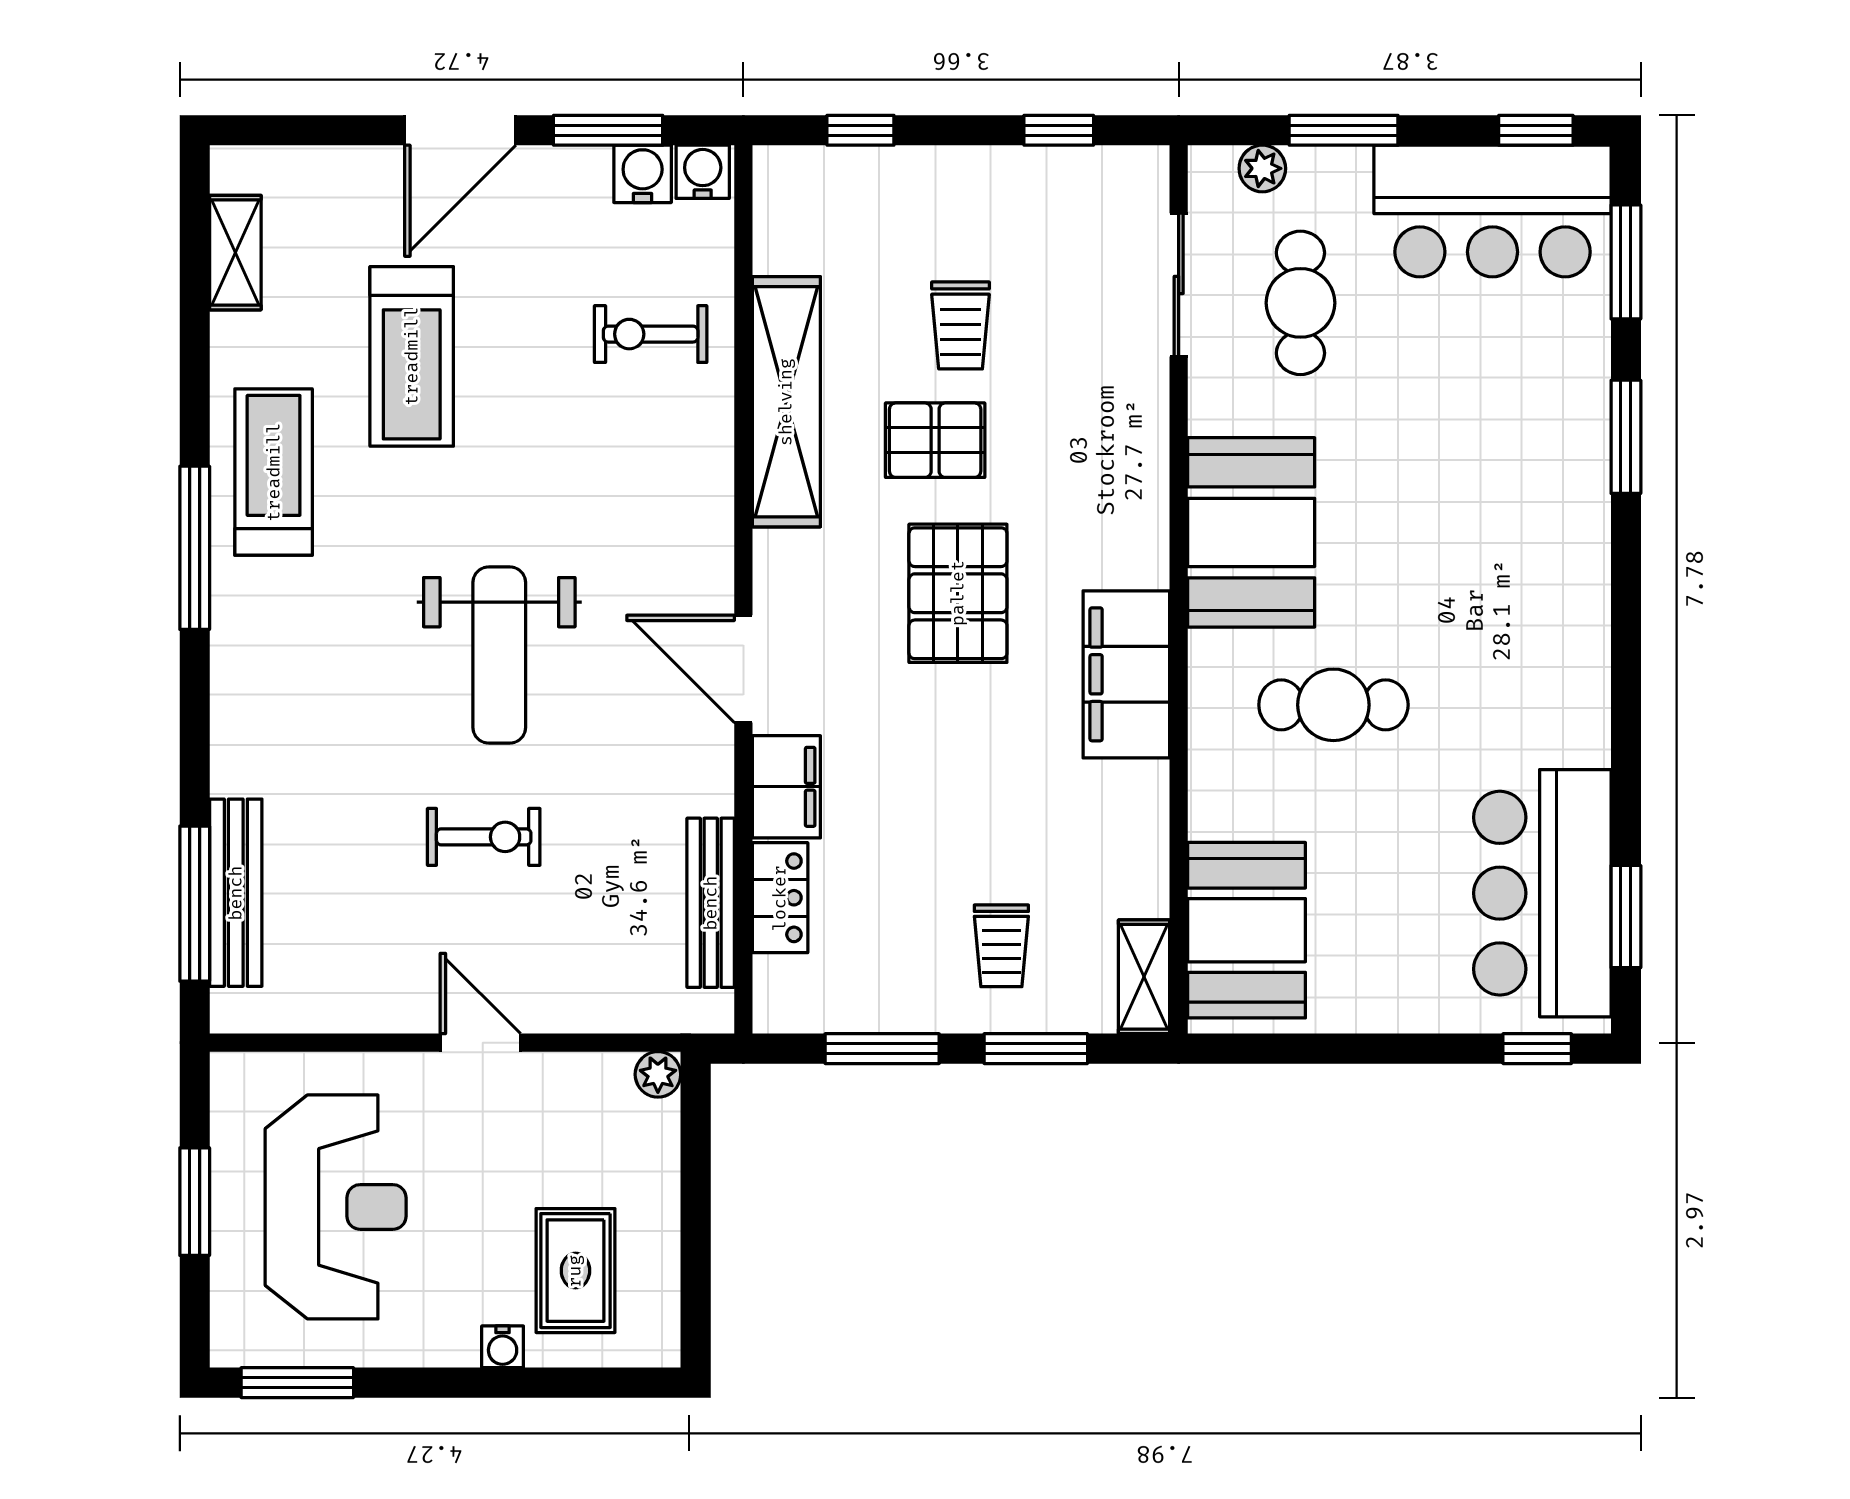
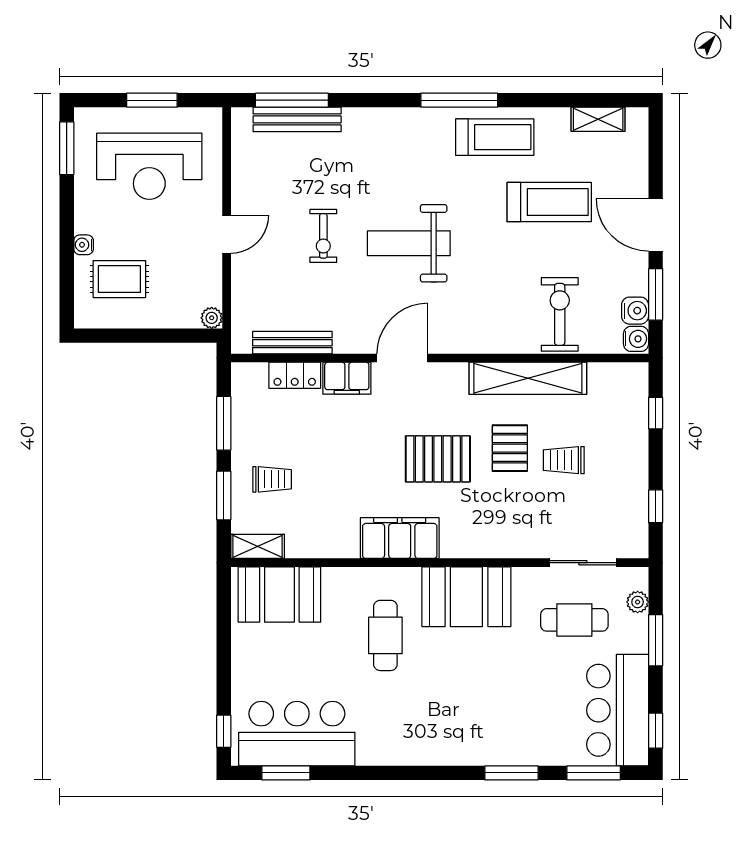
exercise bike: (651, 334) -> (560, 314), width x1.38, depth x1.39
treadmill: (412, 356) -> (549, 202), turned 180
trolley: (1001, 946) -> (272, 479), turned 180

